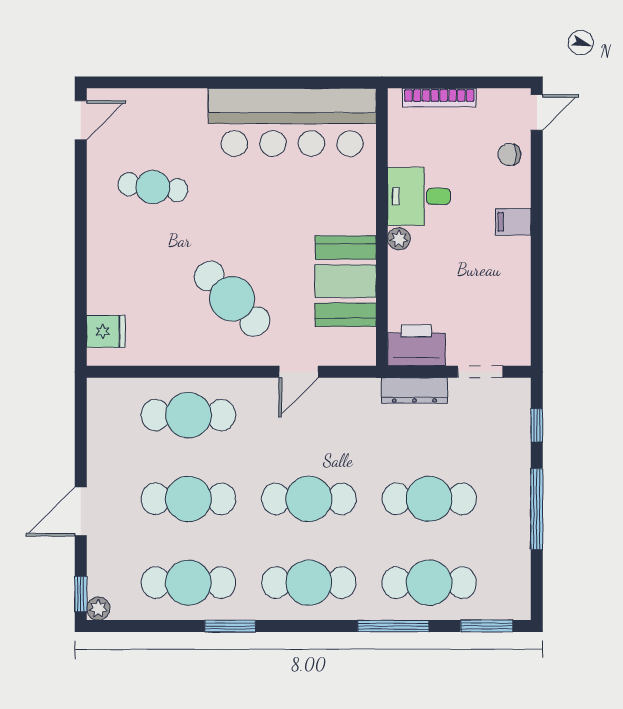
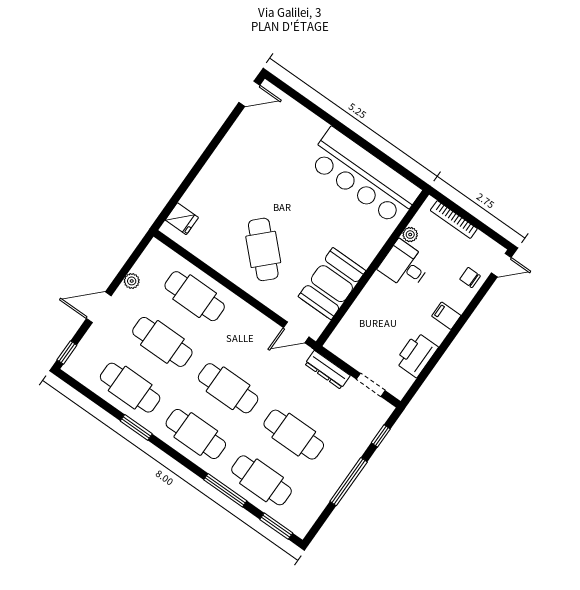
cafe table: (153, 187) -> (263, 158), removed
plant: (399, 239) -> (410, 235), moved
printer: (416, 345) -> (416, 355), moved, turned -90
door: (299, 372) -> (296, 332), moved
plant: (98, 609) -> (132, 281), moved

